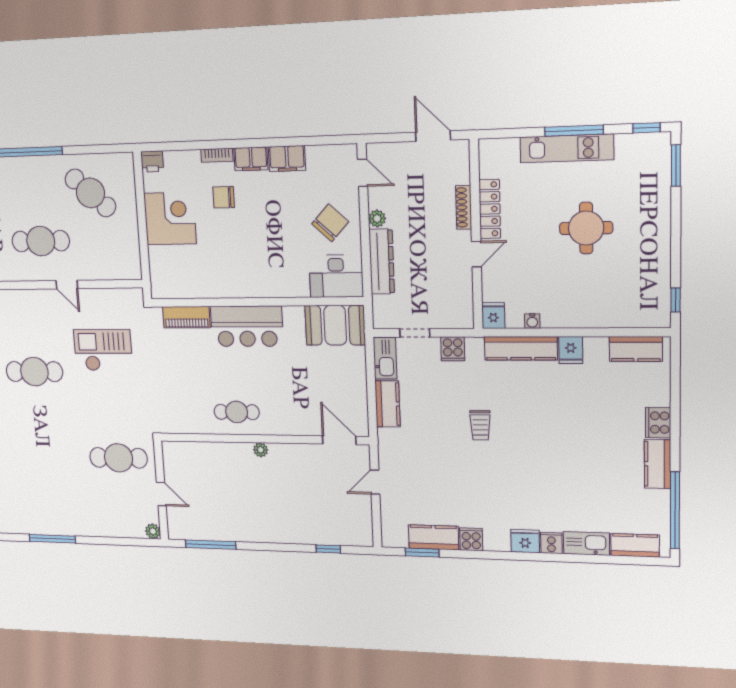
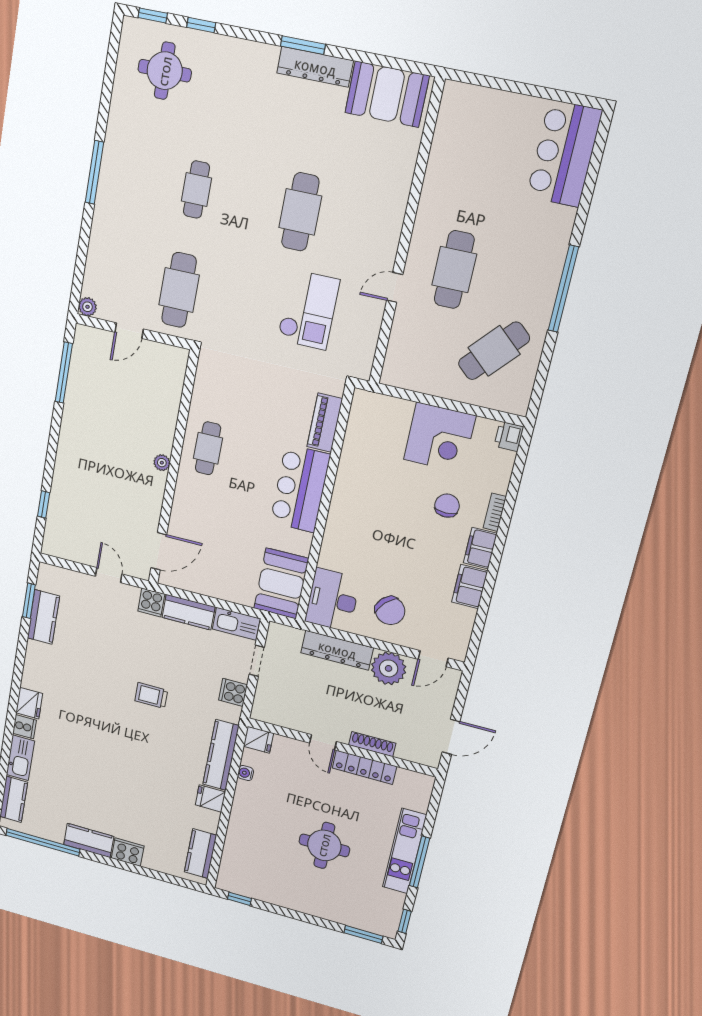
plant: (377, 219) -> (389, 668), width x1.88, depth x1.88
cafe table: (42, 456) -> (196, 190), added
cooker: (471, 539) -> (151, 602), moved, turned 90

